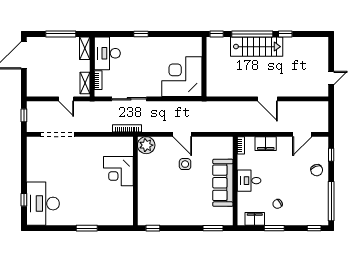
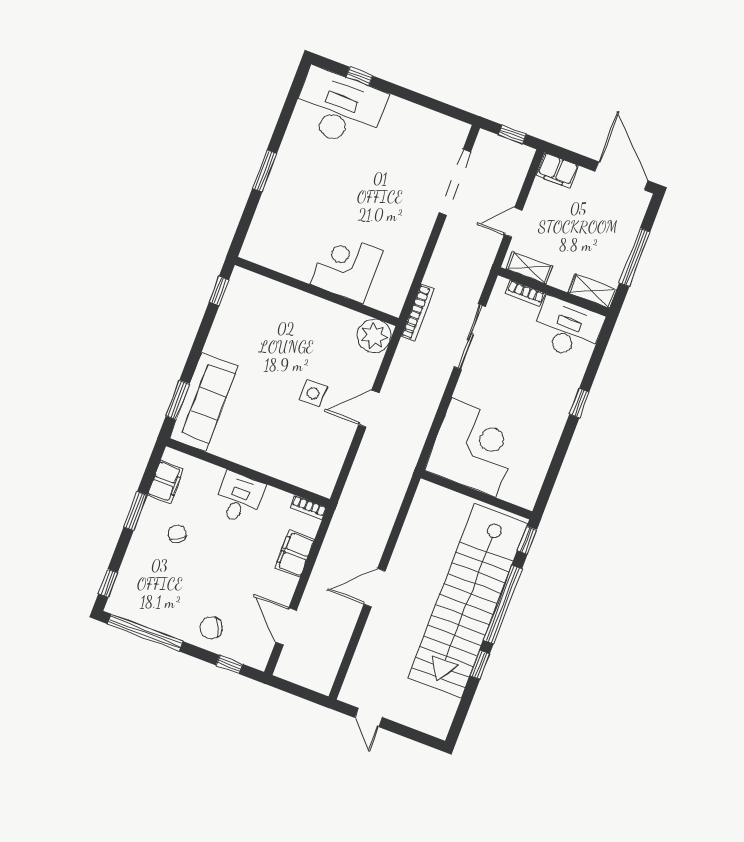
stairs: (257, 47) -> (468, 601), width x1.86, depth x1.51
filing cabinet: (33, 87) -> (557, 170), added
sofa: (223, 183) -> (204, 402), moved, turned 90

